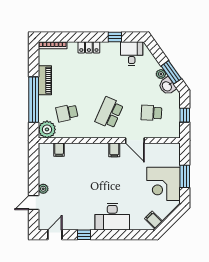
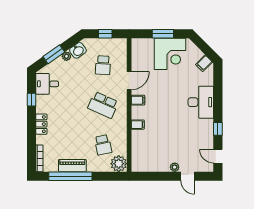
window: (171, 72) -> (54, 54), moved
window: (34, 100) -> (70, 176), moved
filing cabinet: (59, 150) -> (138, 125), moved

